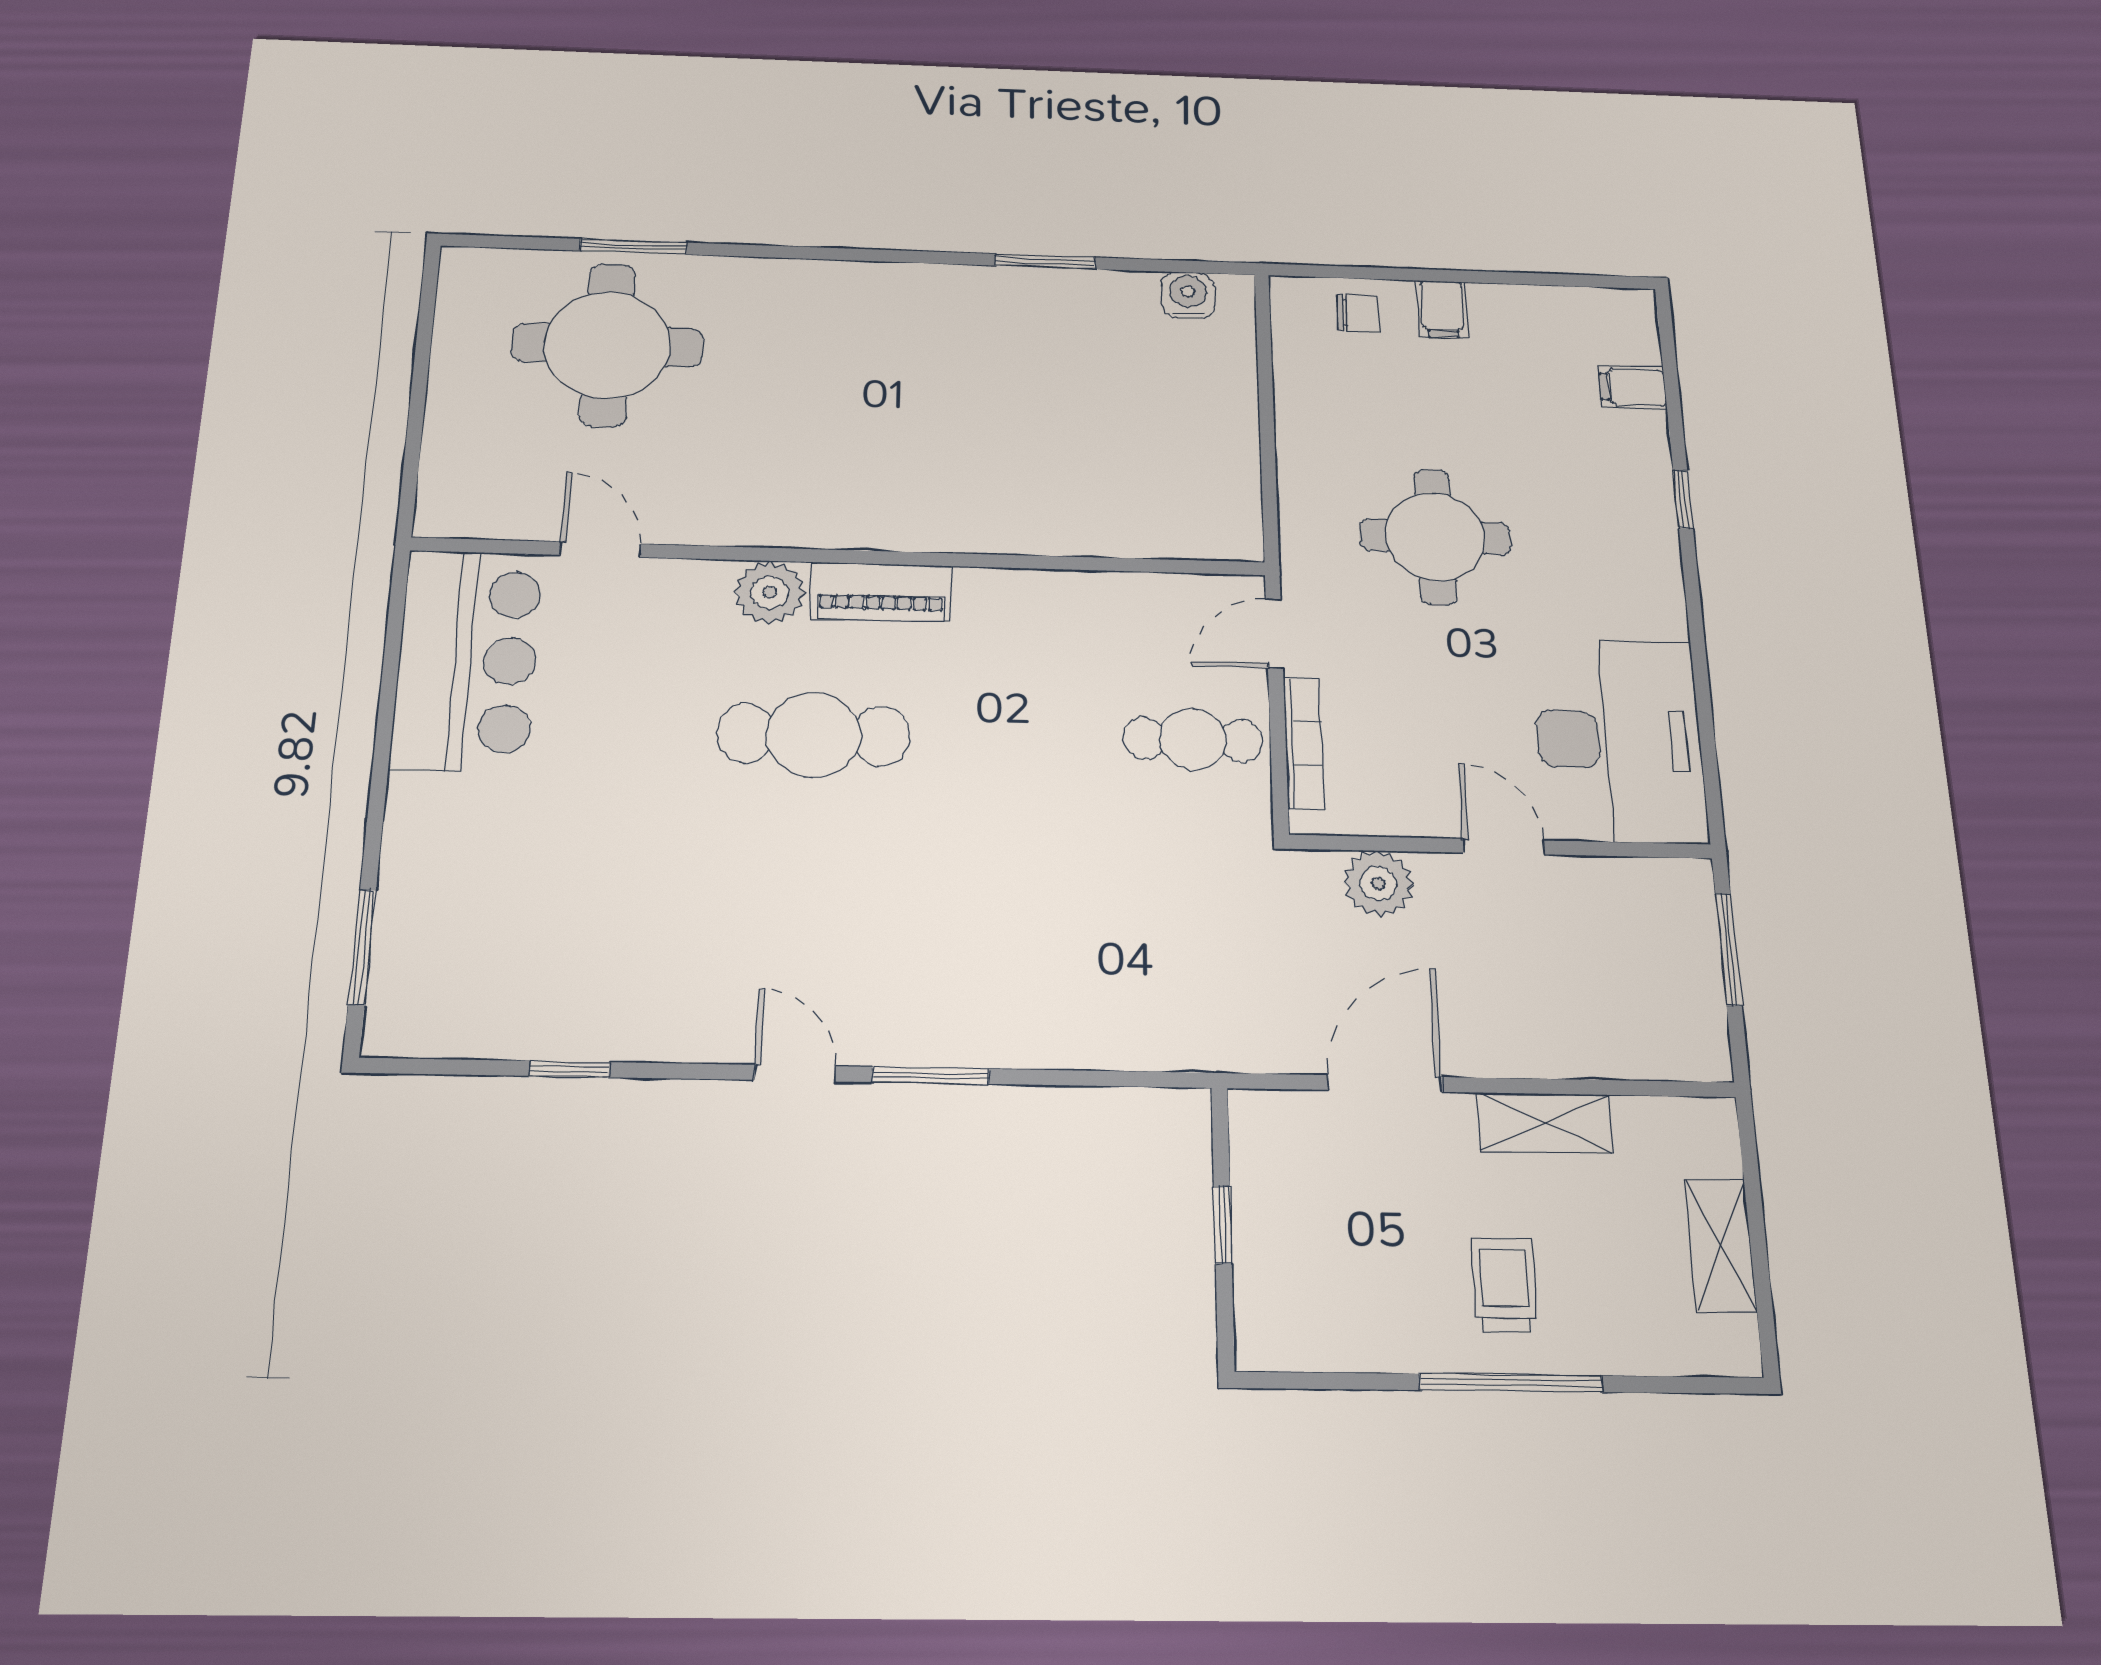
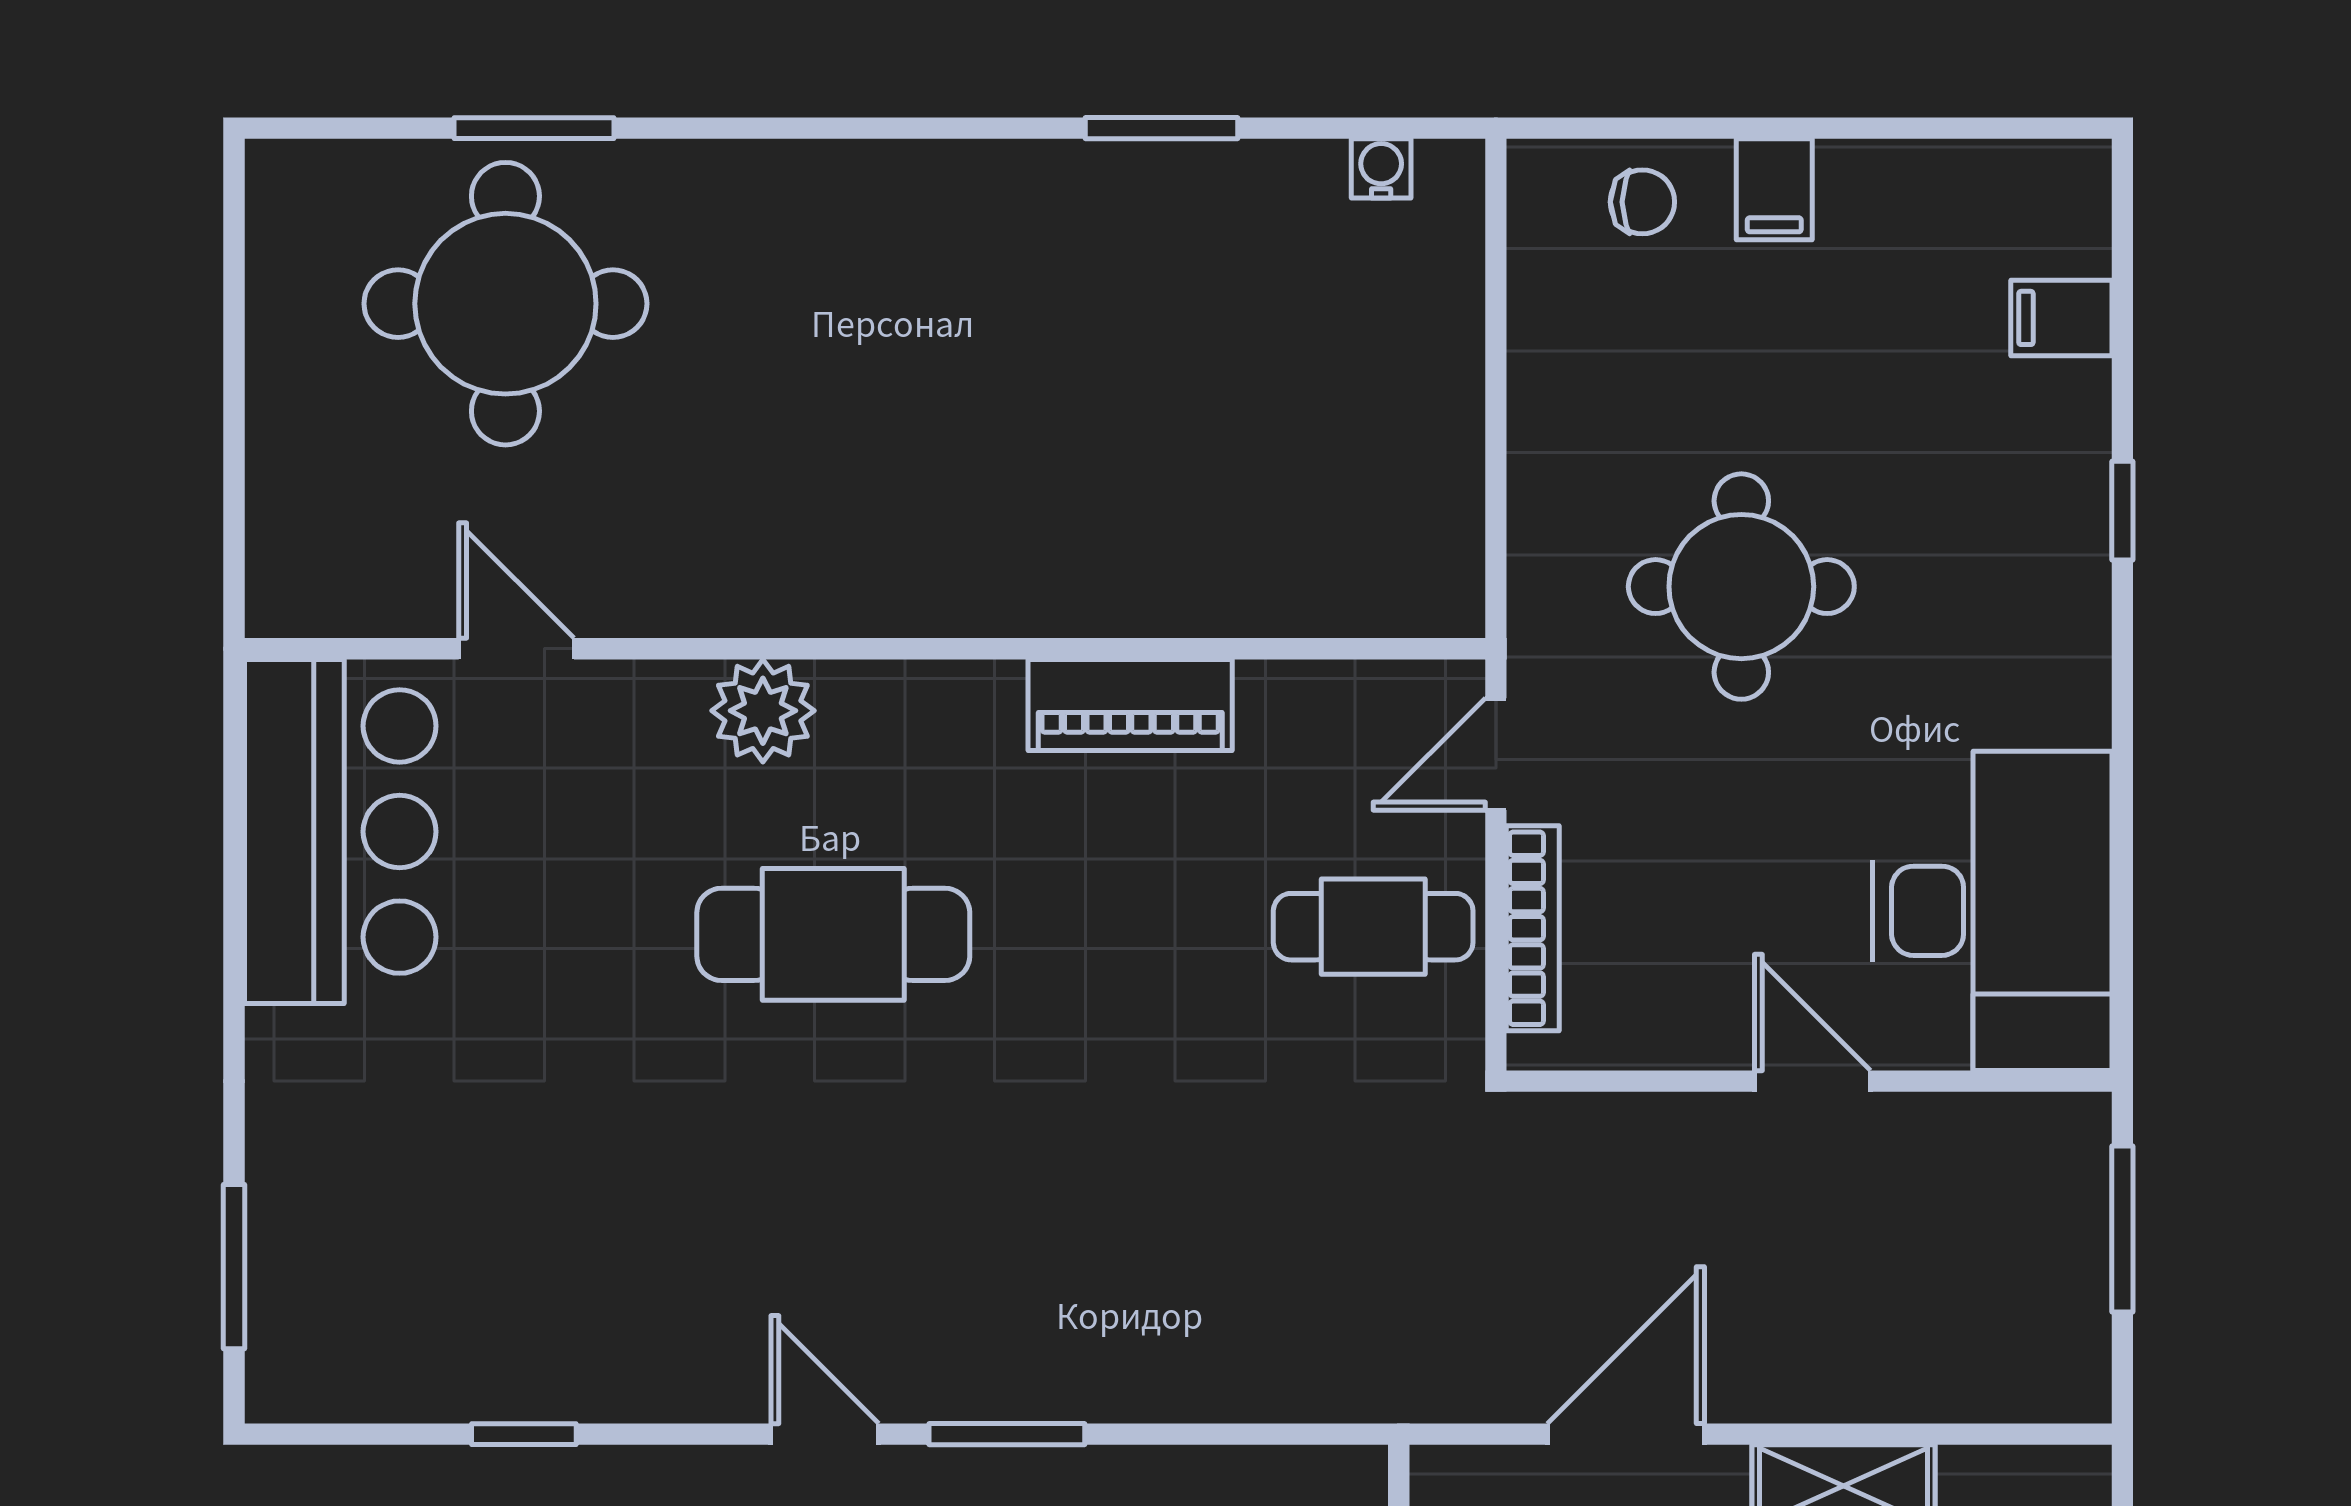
water cooler: (1188, 295) -> (1381, 168), width x0.72, depth x0.72
piano: (881, 592) -> (1130, 705), moved
plant: (1378, 883) -> (1631, 1141), removed

